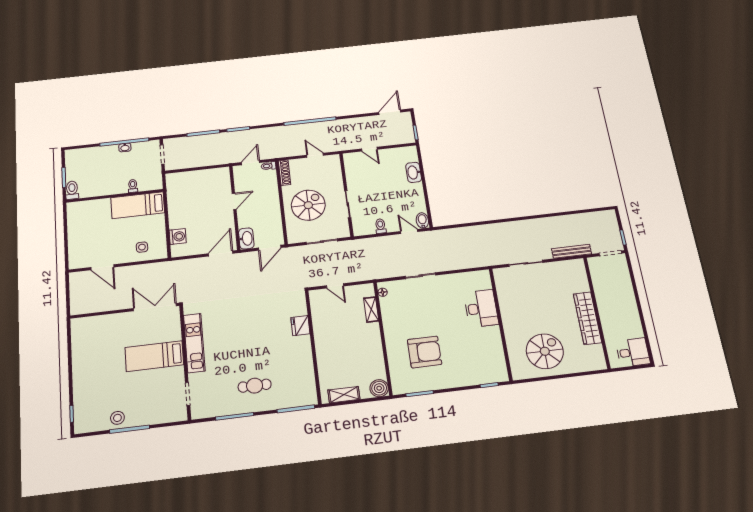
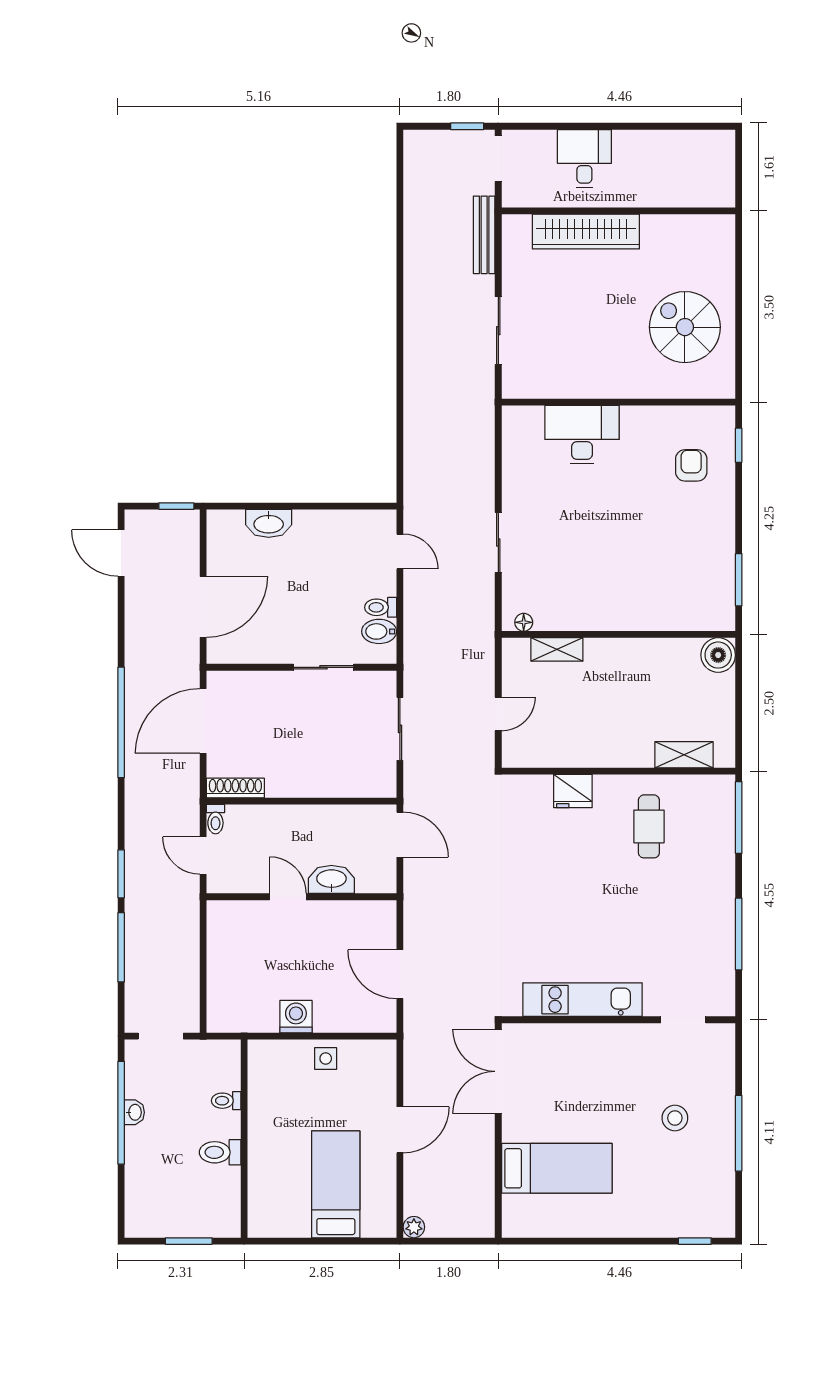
door: (369, 149) -> (203, 607), width x1.88
door: (315, 155) -> (203, 721), width x1.88
toilet: (72, 190) -> (220, 1152), moved
bed: (138, 205) -> (336, 1184), moved, turned 180
spiral stairs: (308, 205) -> (315, 747), removed
bidet: (422, 221) -> (379, 631), moved
door: (409, 232) -> (400, 552), swing flipped
washing machine: (178, 237) -> (296, 1017), moved
washbasin: (246, 238) -> (331, 879), moved
side table: (142, 247) -> (326, 1059), moved
door: (221, 253) -> (400, 974), moved
door: (102, 267) -> (400, 1130), moved
plant: (74, 277) -> (414, 1227), added
wardrobe: (587, 318) -> (586, 232), moved
armchair: (425, 352) -> (691, 465), moved, width x0.53, depth x0.53
desk: (633, 352) -> (584, 159), moved
bed: (154, 356) -> (557, 1168), moved, turned -90
cafe table: (255, 386) -> (649, 826), moved
shelving: (344, 395) -> (684, 755), moved, turned 90
stool: (117, 418) -> (675, 1118), moved

